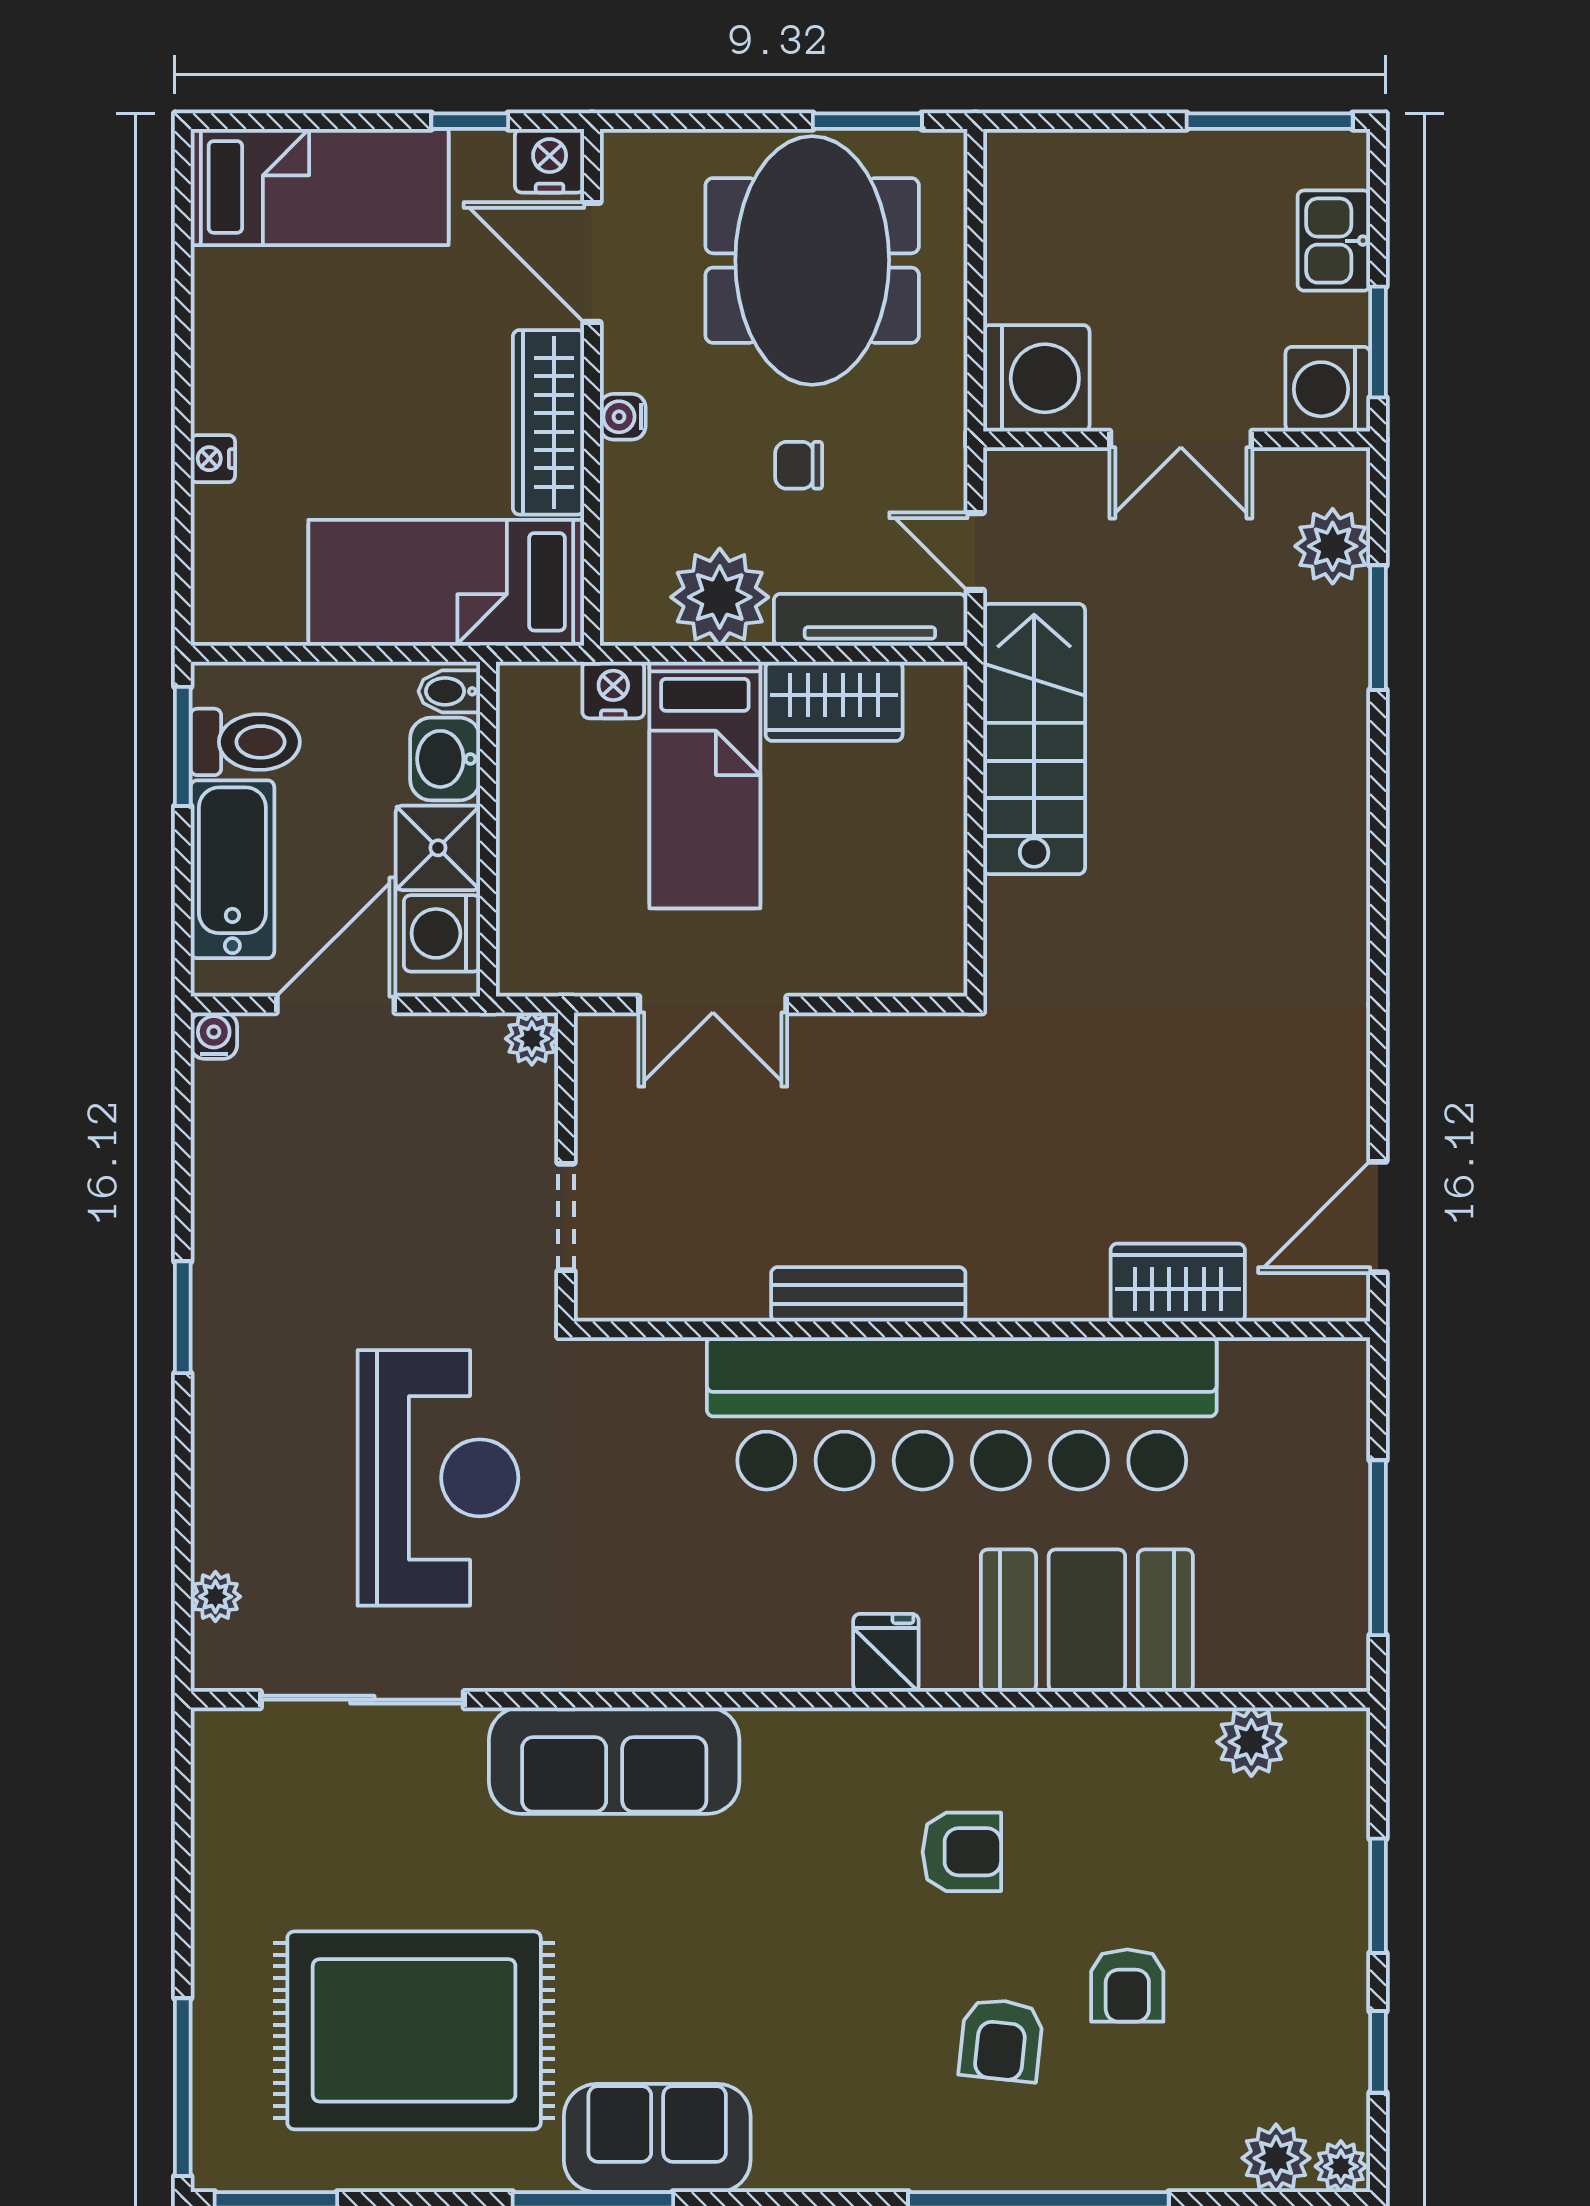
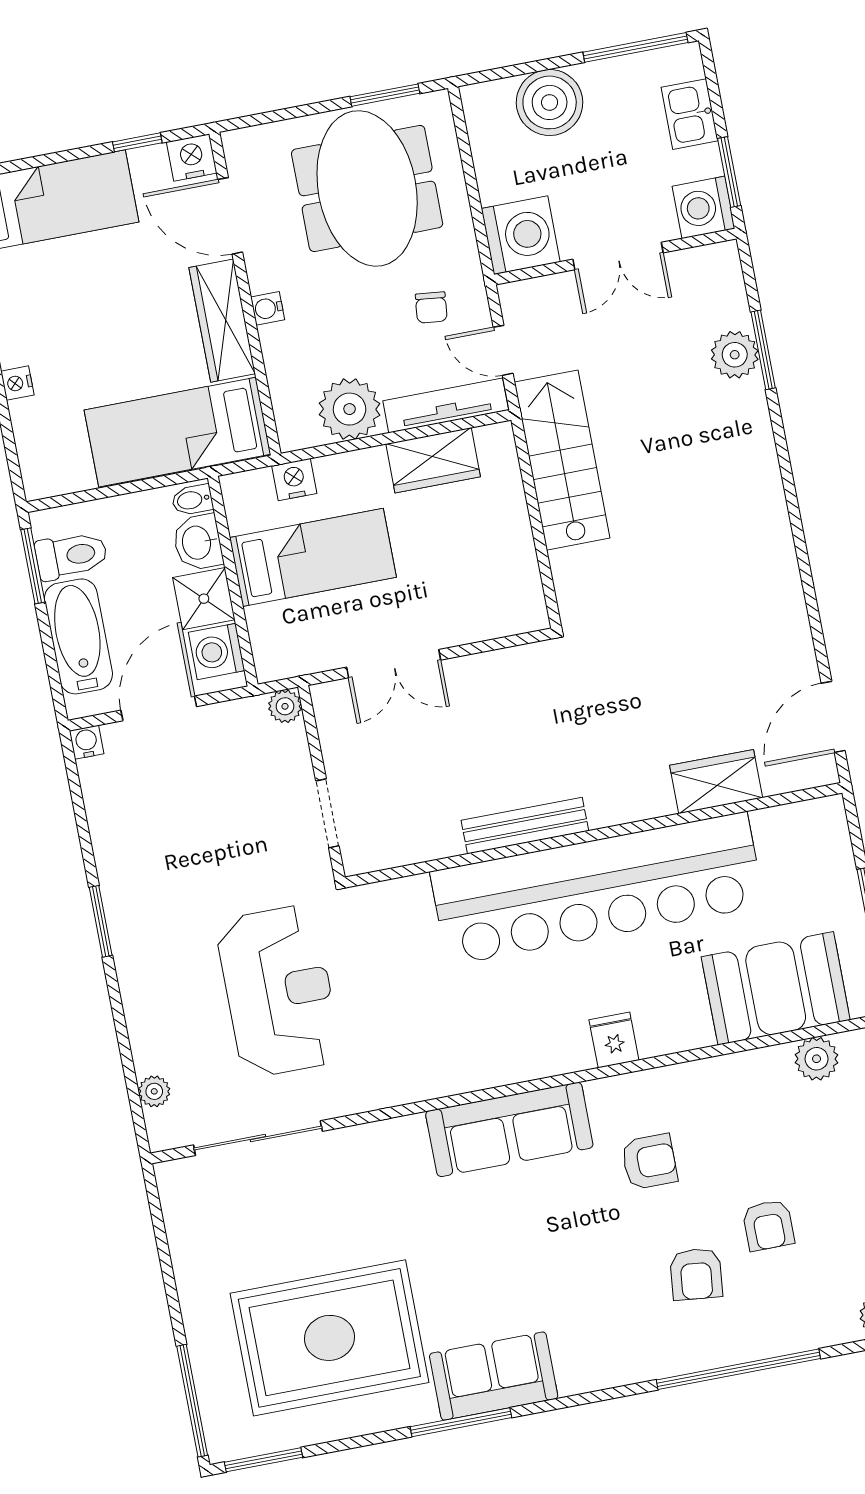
boiler: (1120, 181) -> (550, 102), added
chair: (799, 465) -> (431, 307), moved, turned -84
plant: (1333, 546) -> (735, 355), moved
bed: (705, 785) -> (313, 557), moved, turned -90
booth: (1087, 1621) -> (776, 988), moved
fridge: (886, 1653) -> (614, 1040), moved
sofa: (614, 1761) -> (509, 1129), moved

